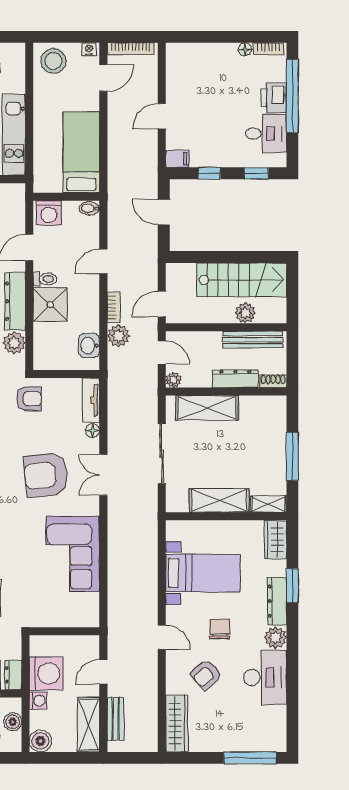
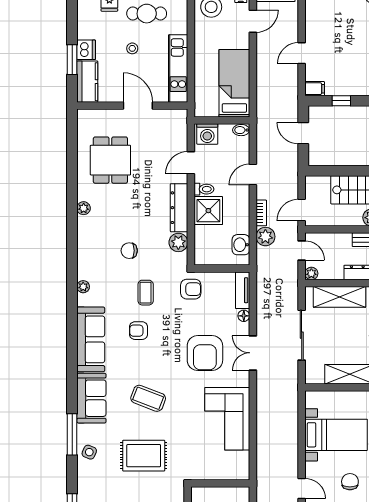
armchair: (46, 475) -> (205, 353), turned -84

